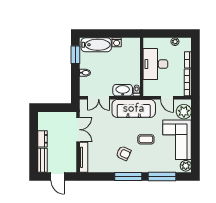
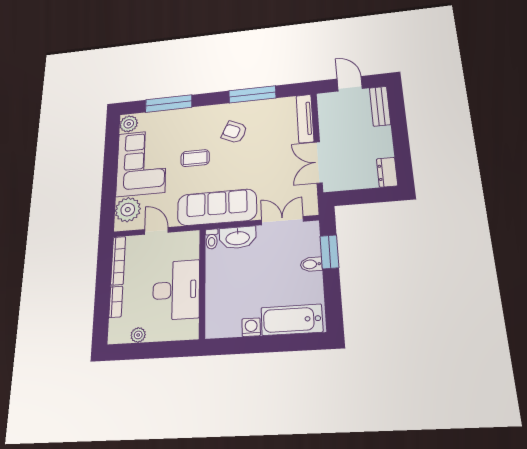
window: (75, 55) -> (329, 252), moved
dresser: (42, 139) -> (387, 172), moved
window: (128, 177) -> (252, 94), moved

